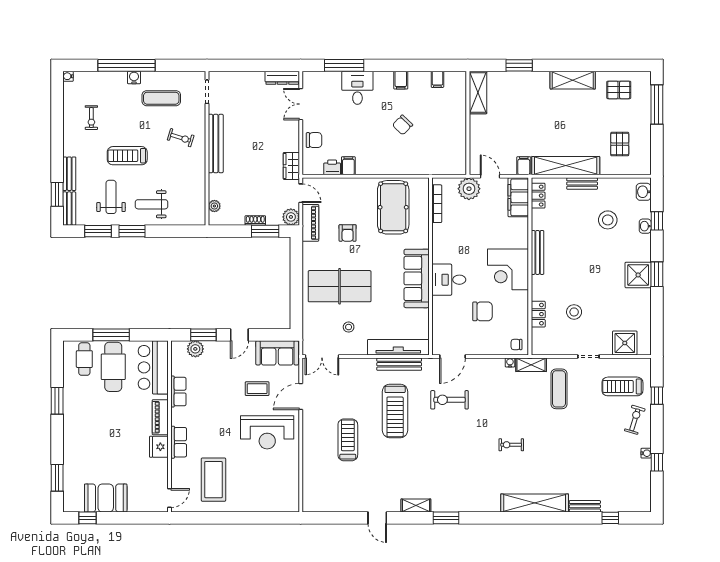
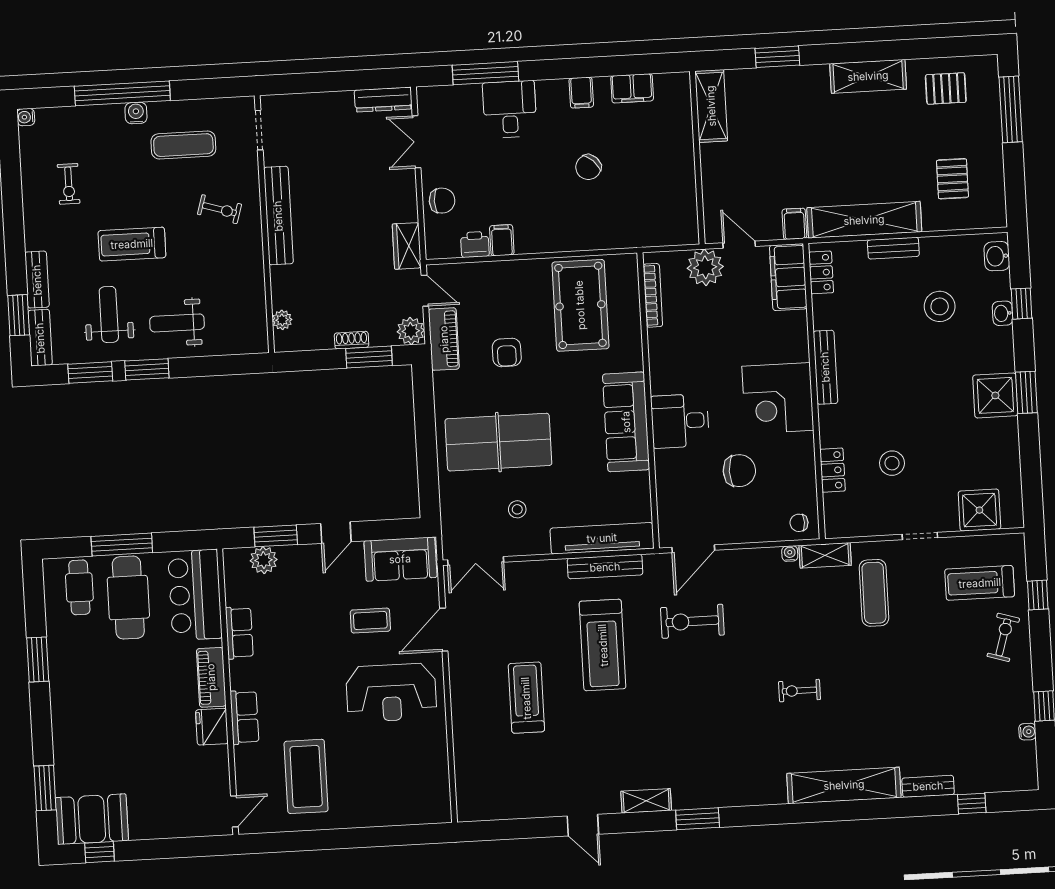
filing cabinet: (437, 79) -> (632, 88), width x2.00
water cooler: (646, 453) -> (1027, 732), moved
booth: (106, 498) -> (92, 819), moved

